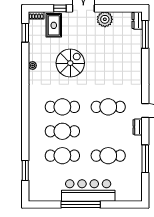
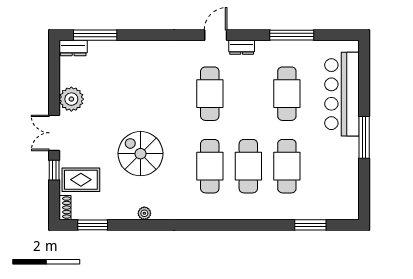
bar counter: (88, 191) -> (342, 94), moved
window: (81, 205) -> (364, 137), width x0.68

